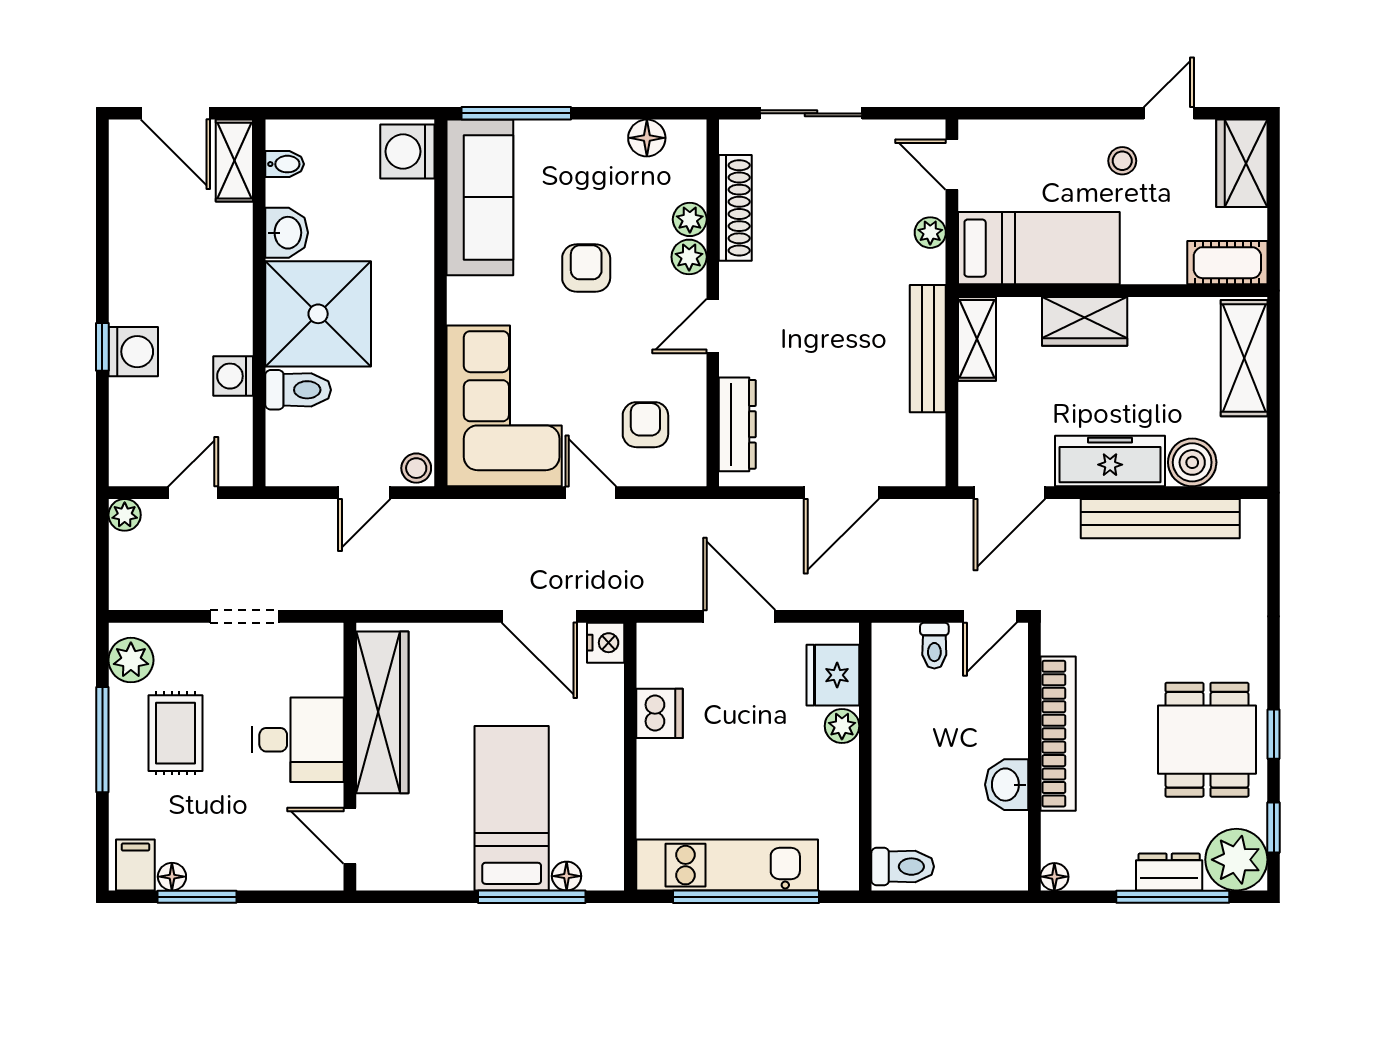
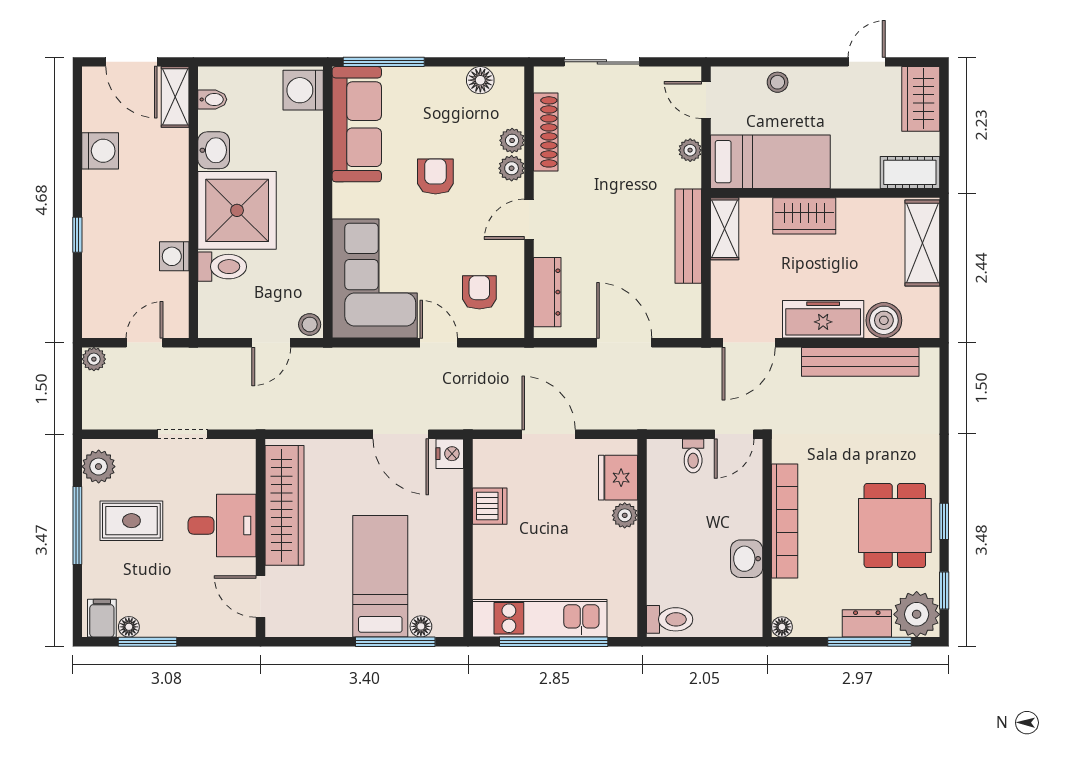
stool: (1122, 161) -> (778, 82), moved
washing machine: (133, 352) -> (100, 151), moved
door: (841, 493) -> (624, 343), swing flipped
rug: (175, 733) -> (131, 521), turned 90

